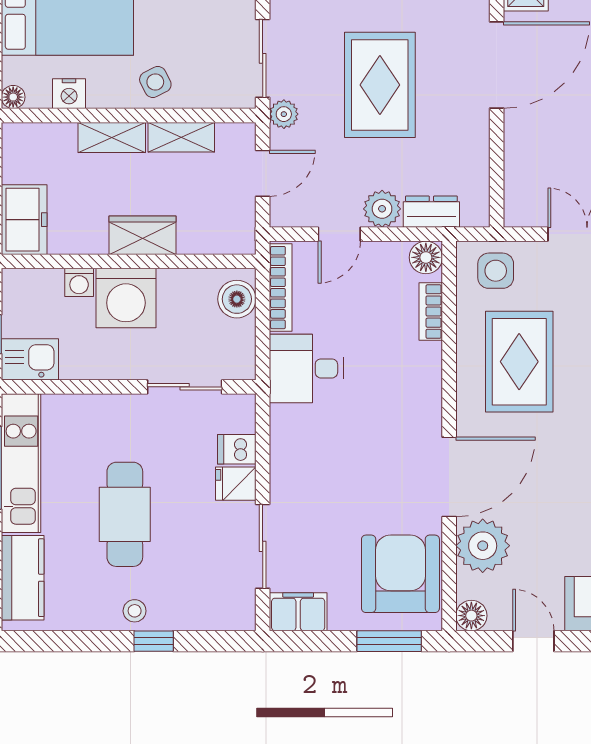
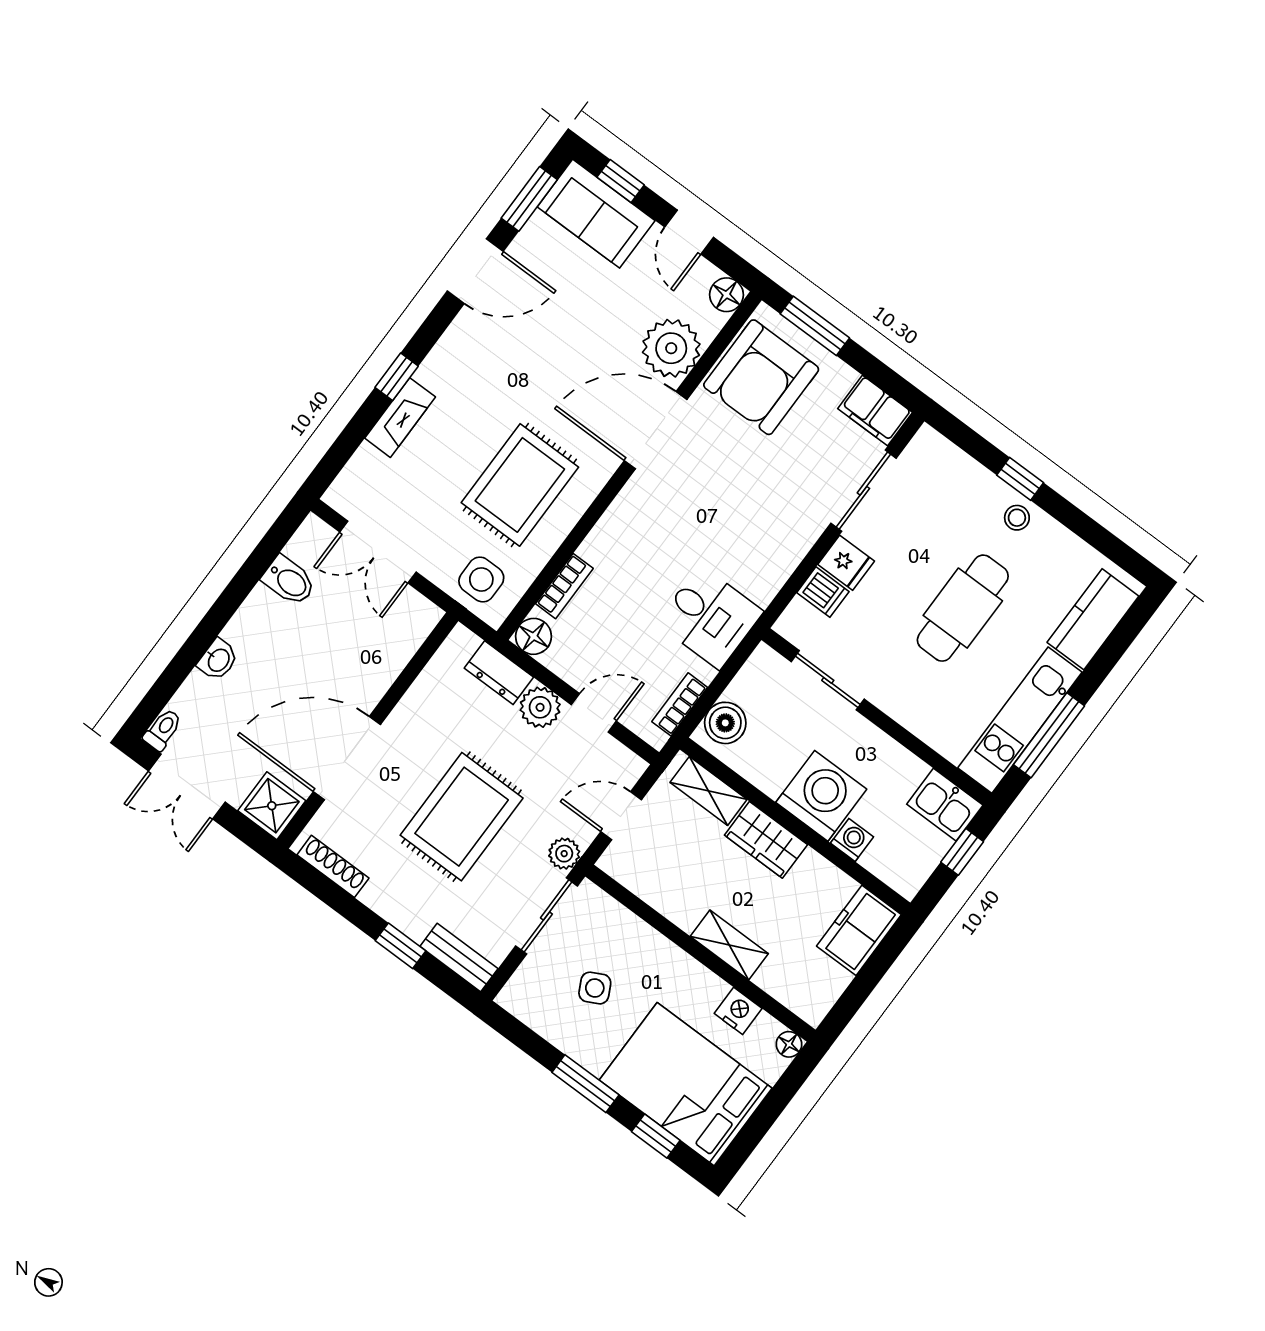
side table: (155, 82) -> (595, 988), moved
shelving: (181, 137) -> (708, 791), moved
bookcase: (281, 288) -> (680, 704), width x0.64

